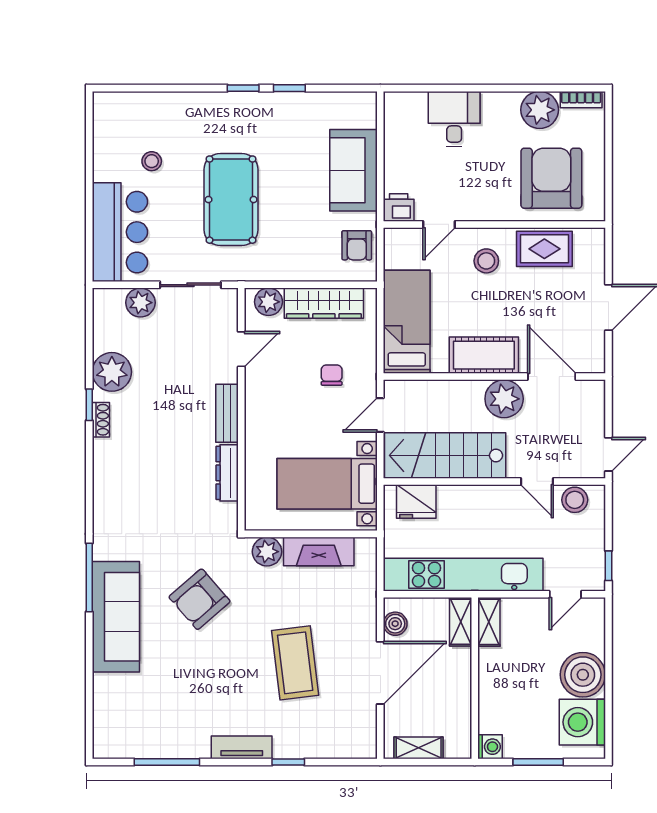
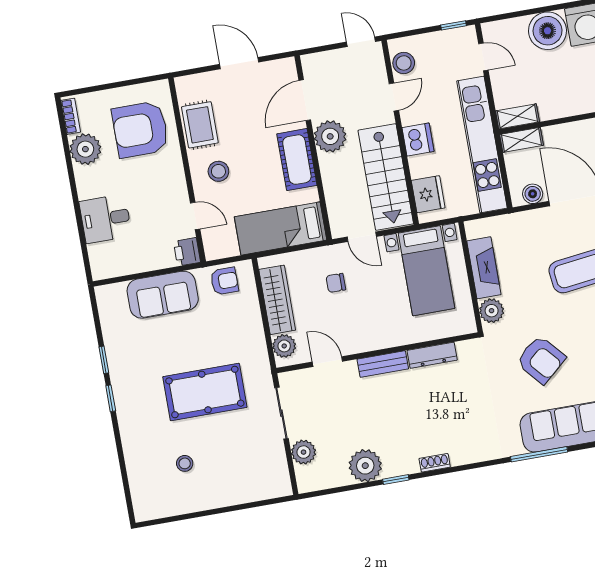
bar counter: (120, 232) -> (248, 479), removed
shoe rack: (101, 420) -> (435, 463), moved
dishwasher: (482, 501) -> (418, 140), added

